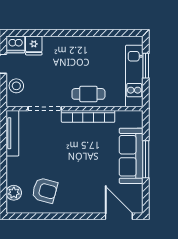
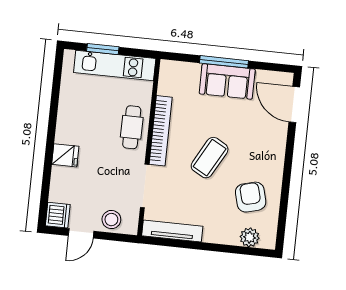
fridge: (34, 45) -> (65, 155), moved
coffee table: (71, 156) -> (210, 158), added
sofa: (131, 156) -> (227, 81), width x0.73
armchair: (45, 190) -> (251, 197), turned -30
door: (119, 216) -> (294, 105), hinge flipped

